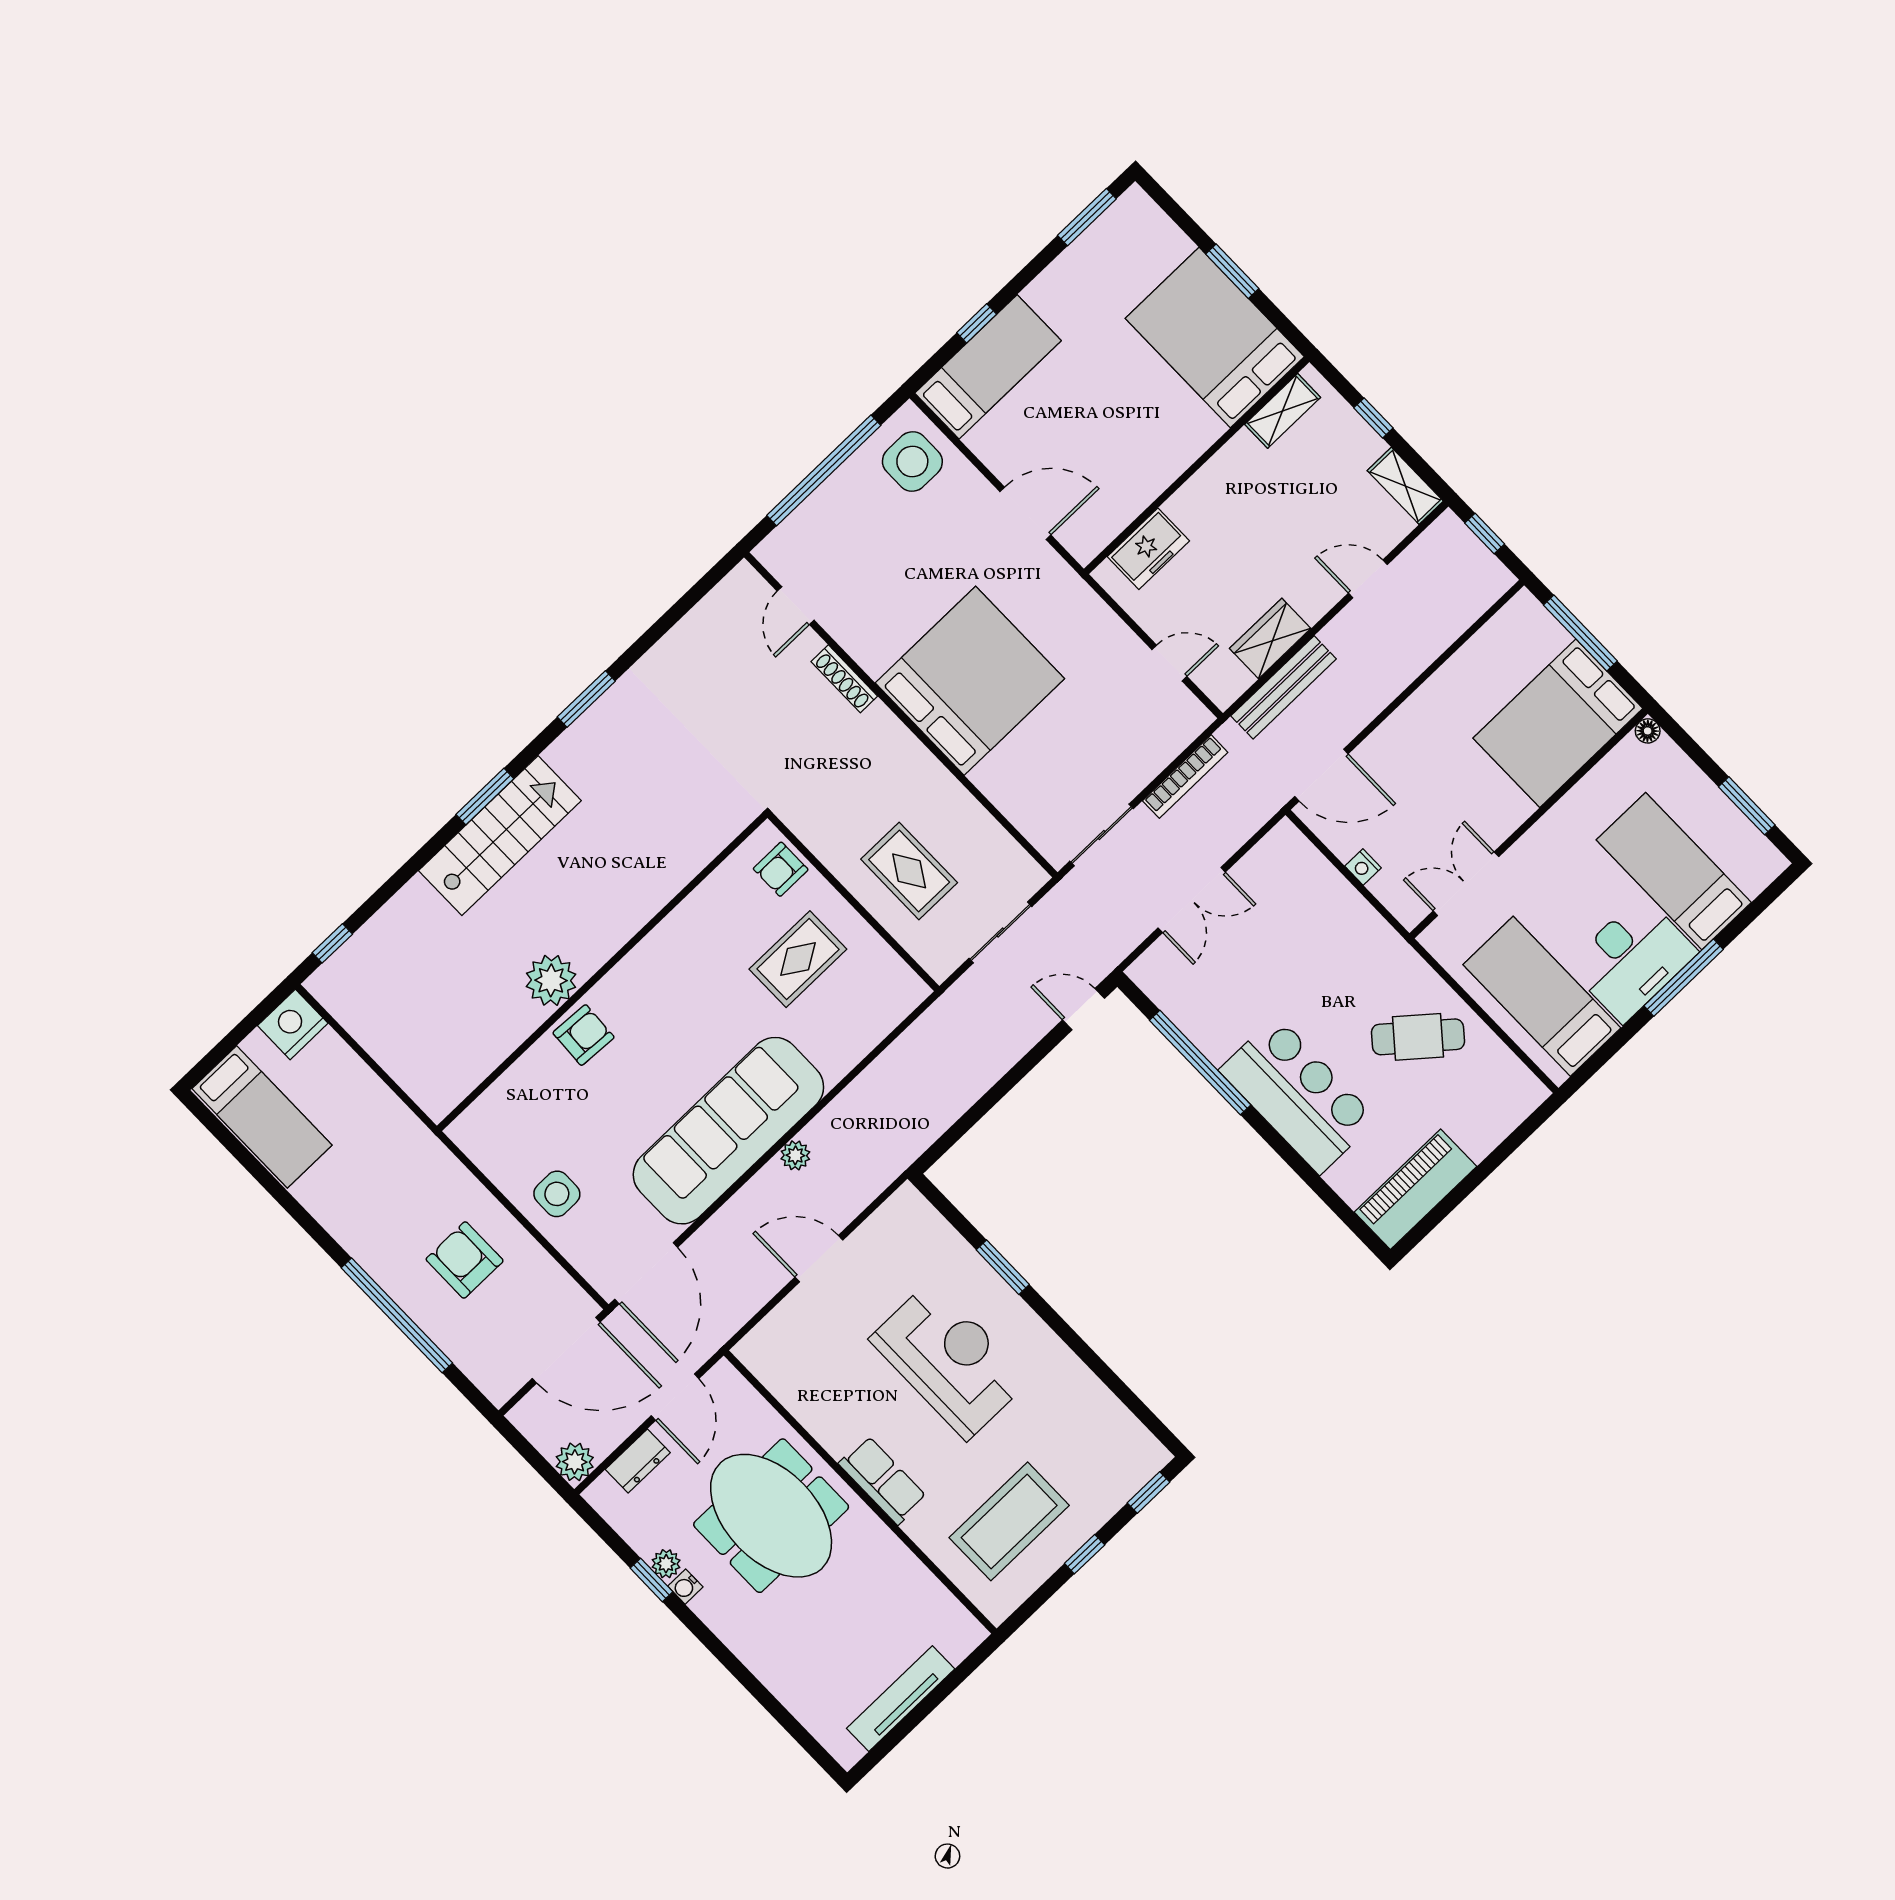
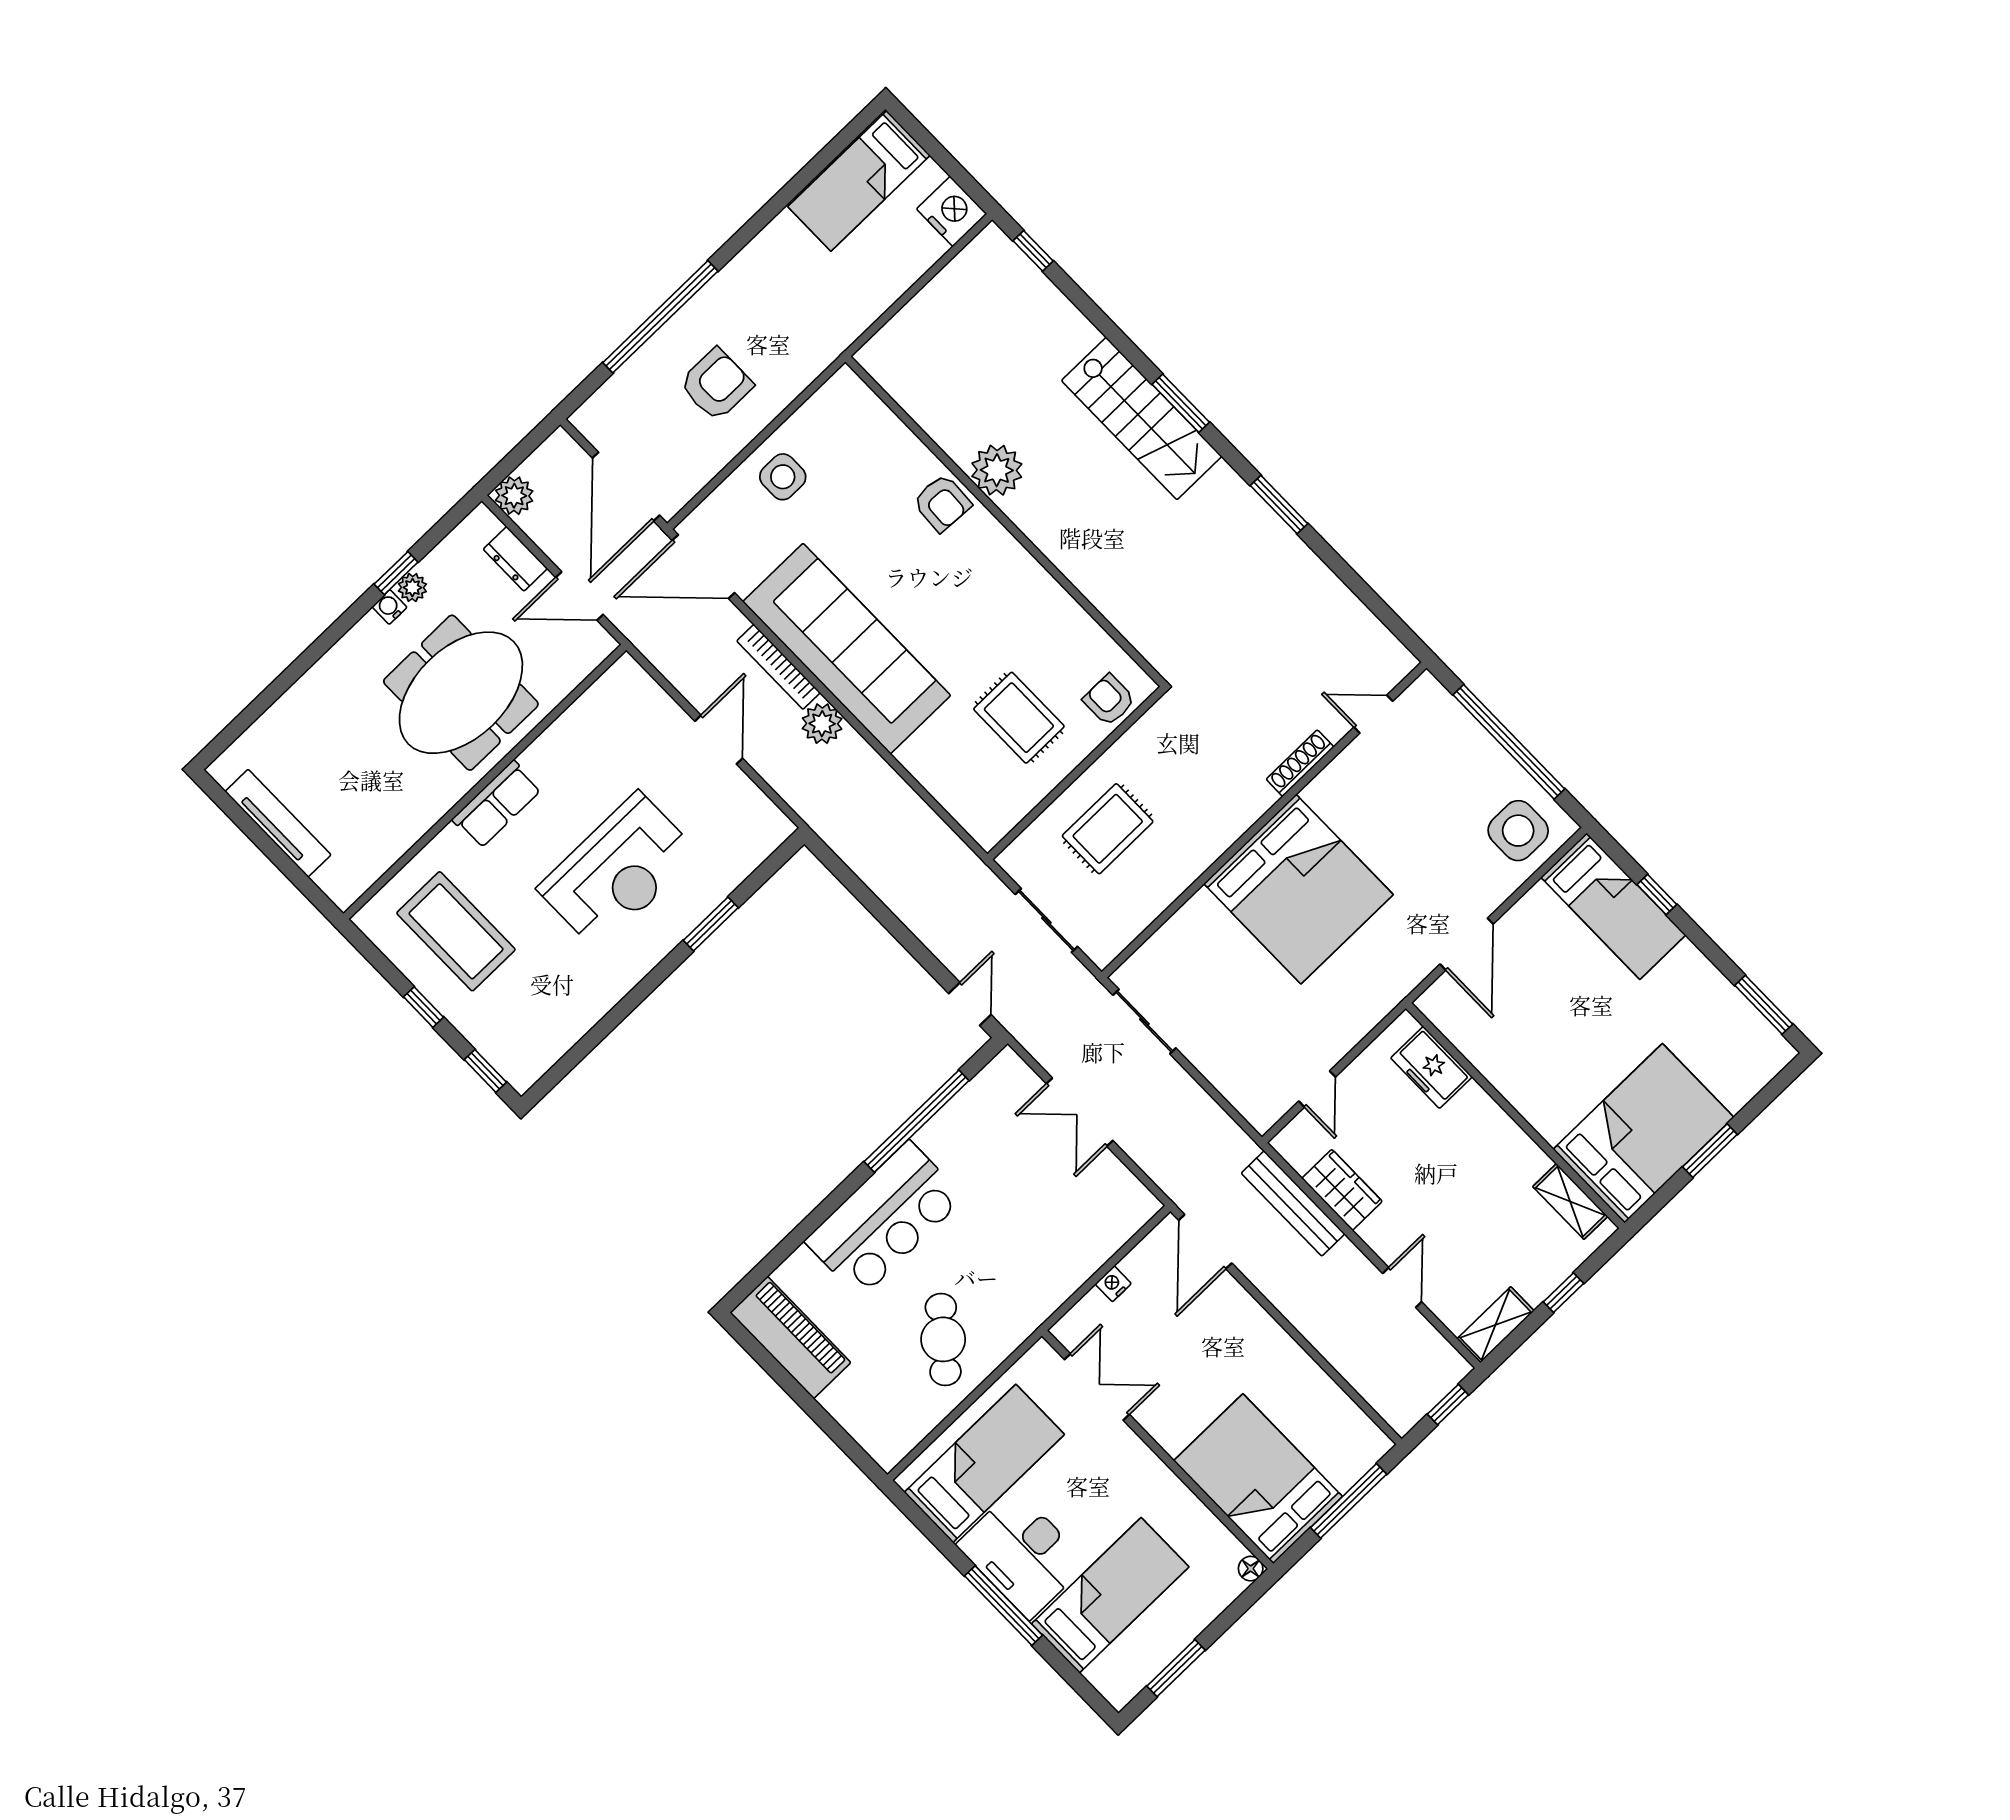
bookcase: (1185, 777) -> (778, 667), moved
plant: (795, 1155) -> (822, 724), width x1.38, depth x1.38

